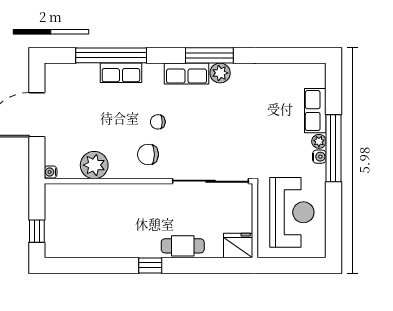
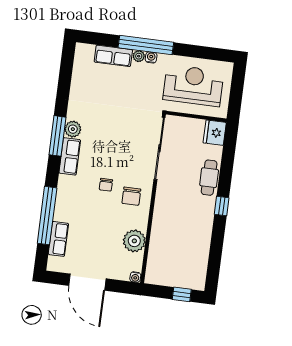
row of seats: (121, 73) -> (58, 239), moved

